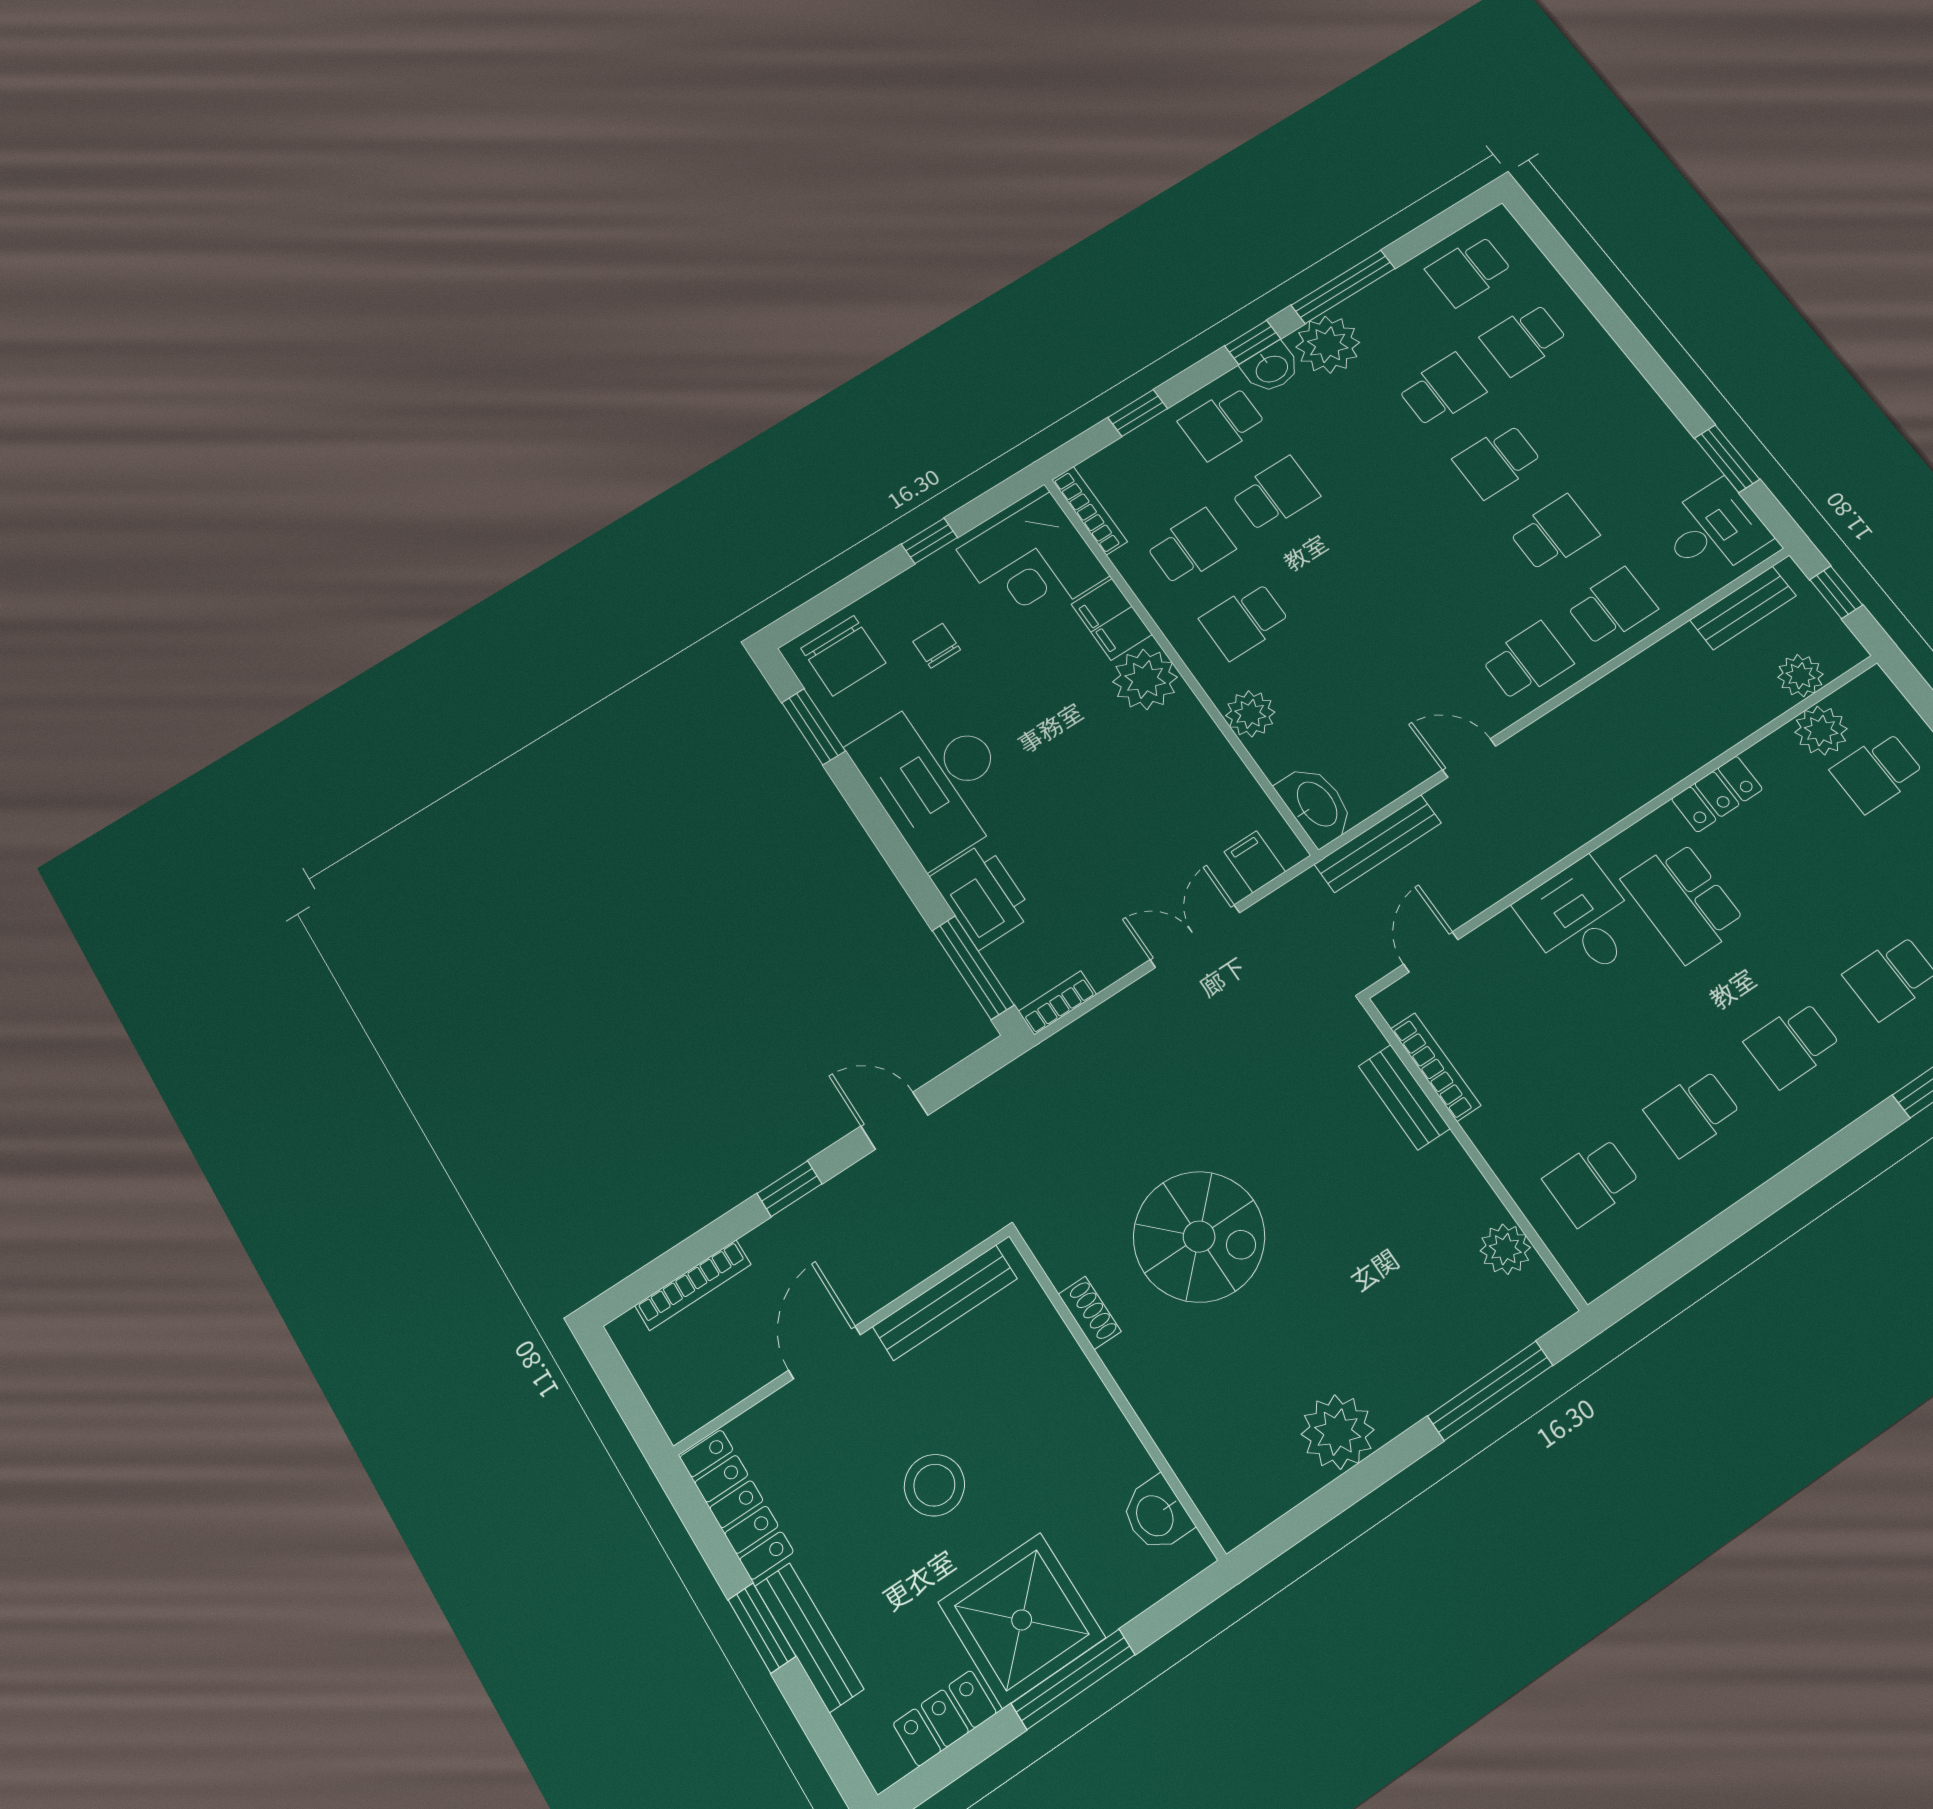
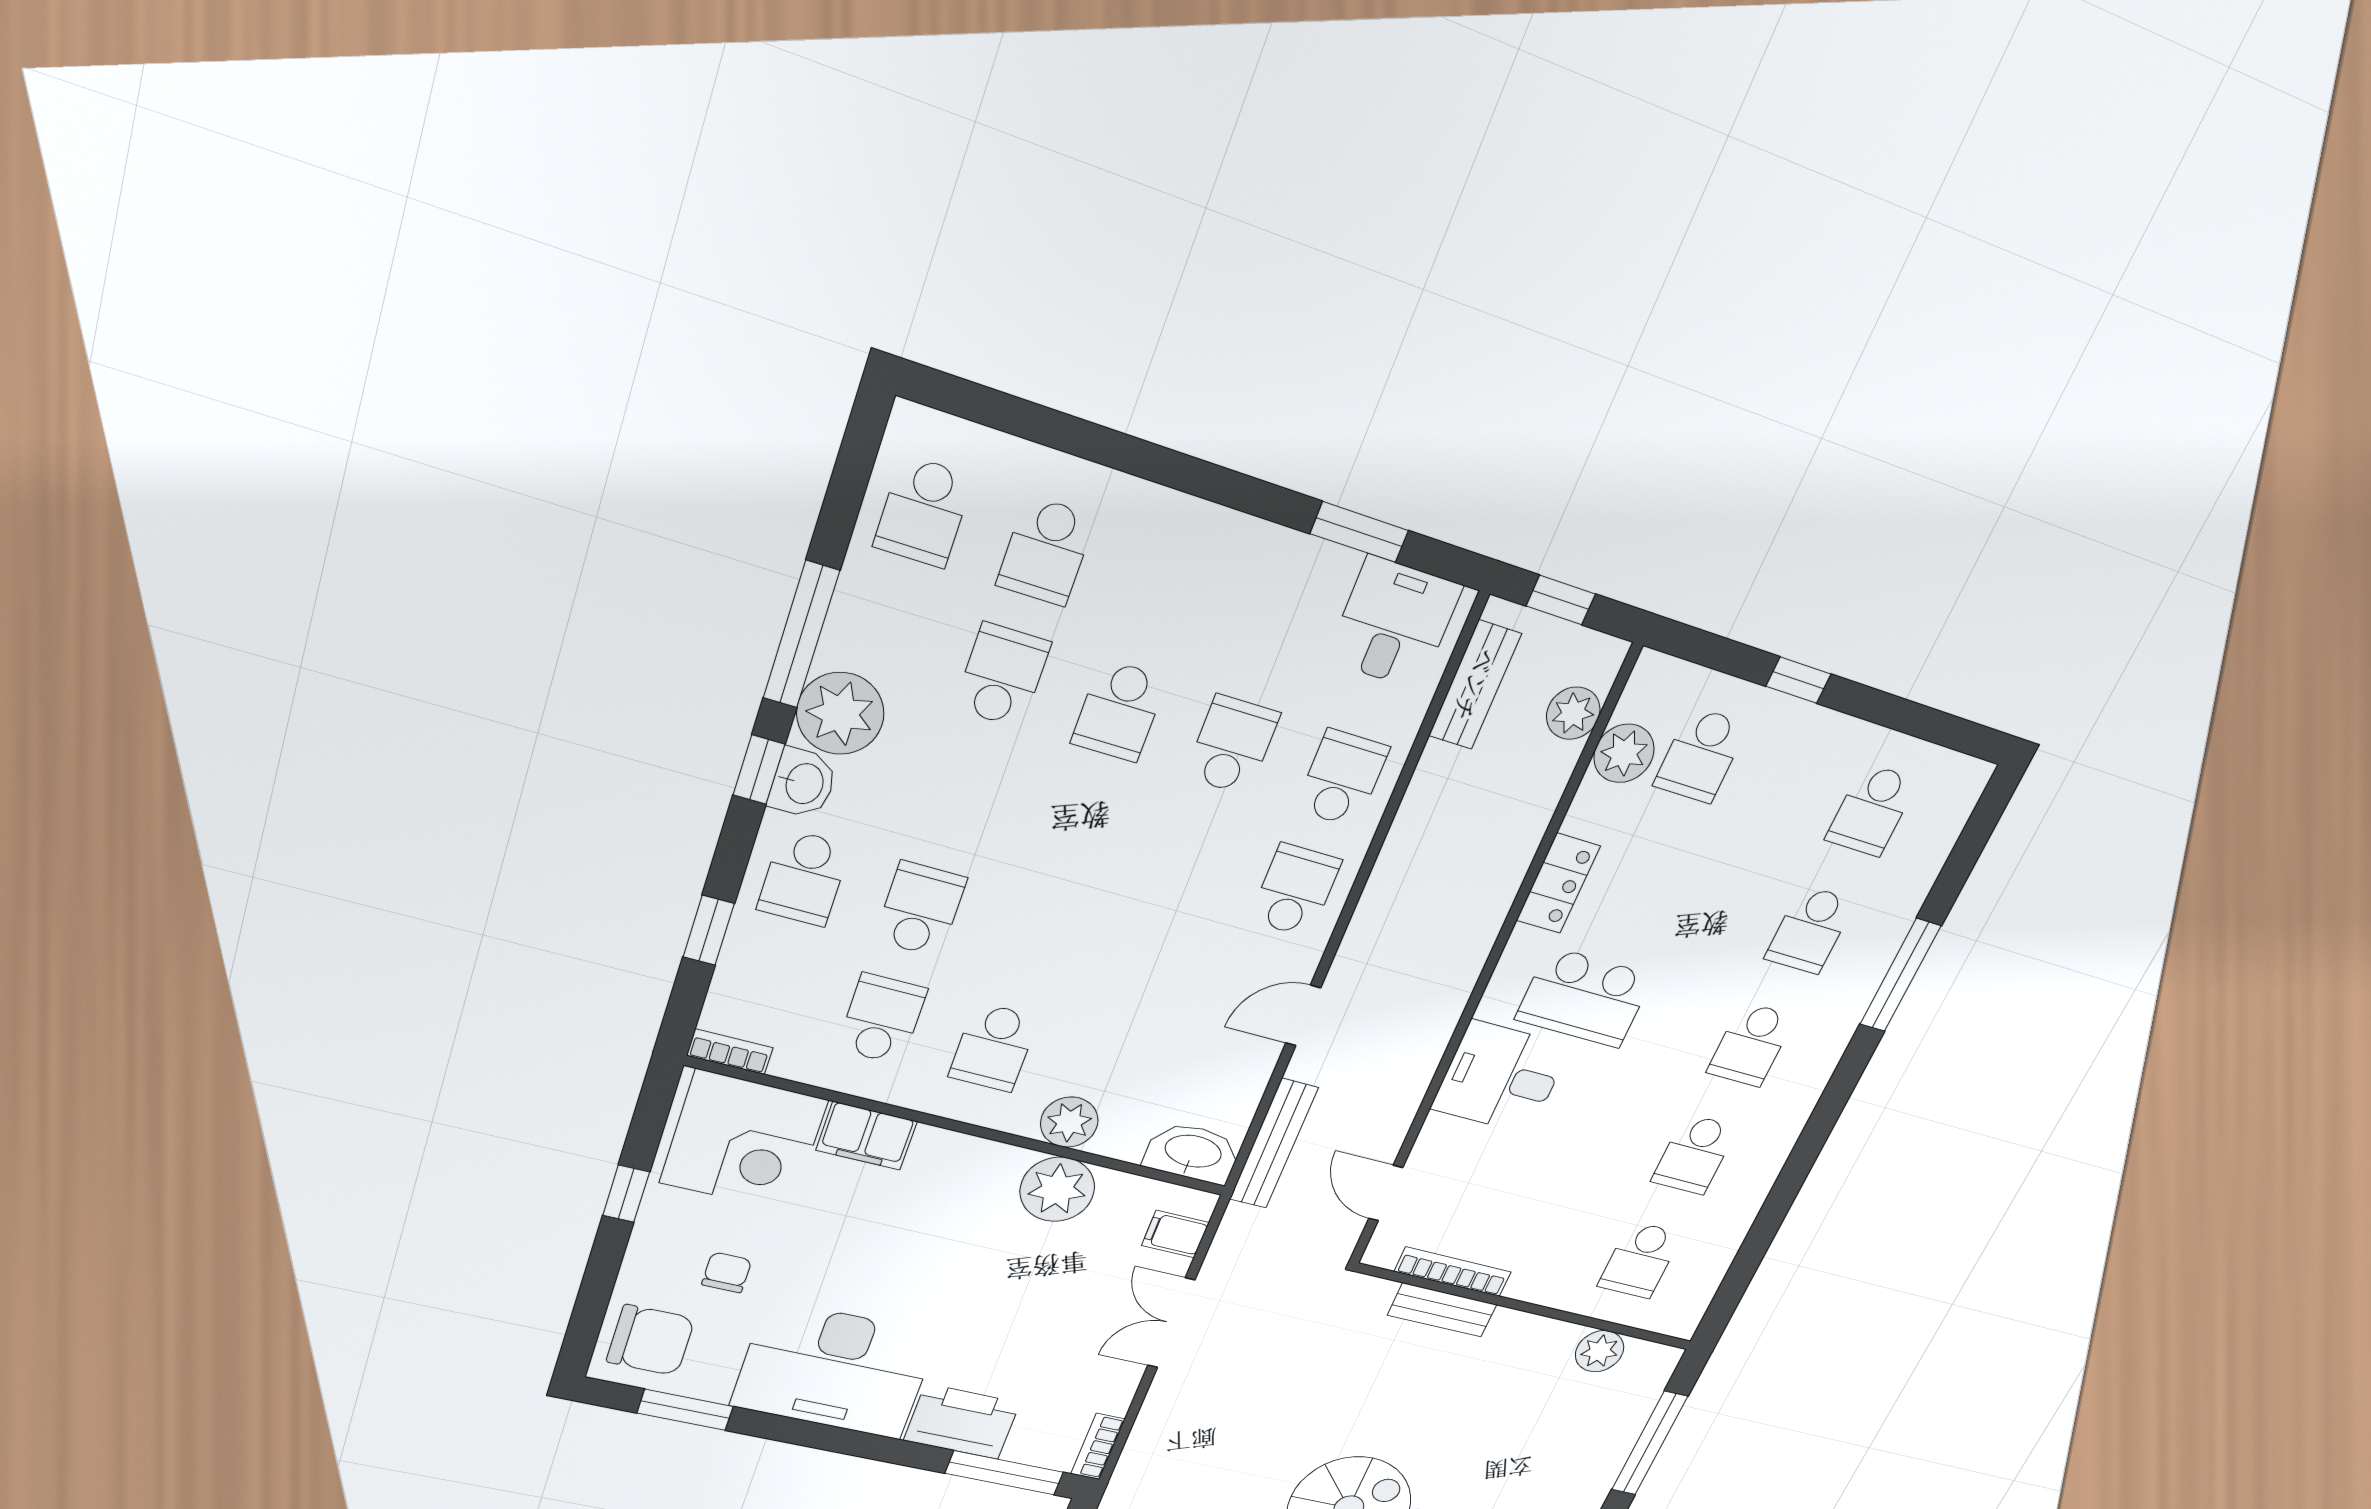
bookcase: (1089, 511) -> (730, 1052), width x0.64
chair: (937, 646) -> (727, 1272), turned 90
plant: (1145, 679) -> (1057, 1189), moved

